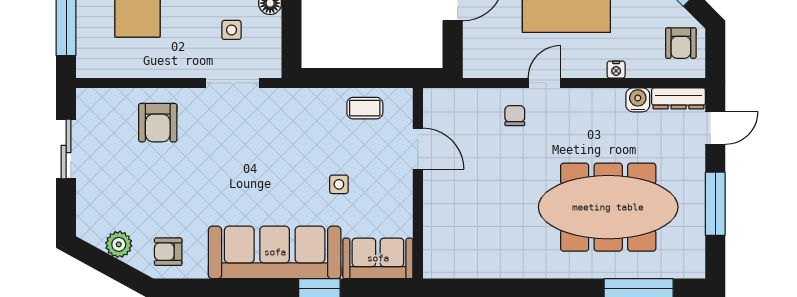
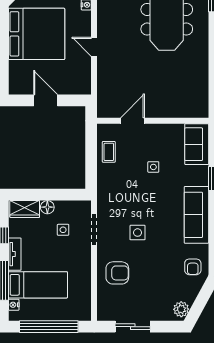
chair: (515, 116) -> (113, 64), removed
side table: (227, 157) -> (138, 233), added
plant: (119, 244) -> (181, 309), moved
sofa: (275, 252) -> (196, 215), width x0.74, depth x0.79

